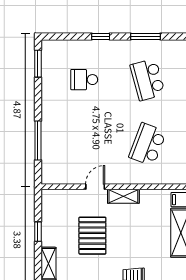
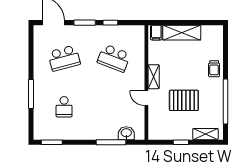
window: (101, 36) -> (31, 94), width x2.17
window: (146, 36) -> (31, 60), removed
washbasin: (50, 161) -> (126, 133), added

